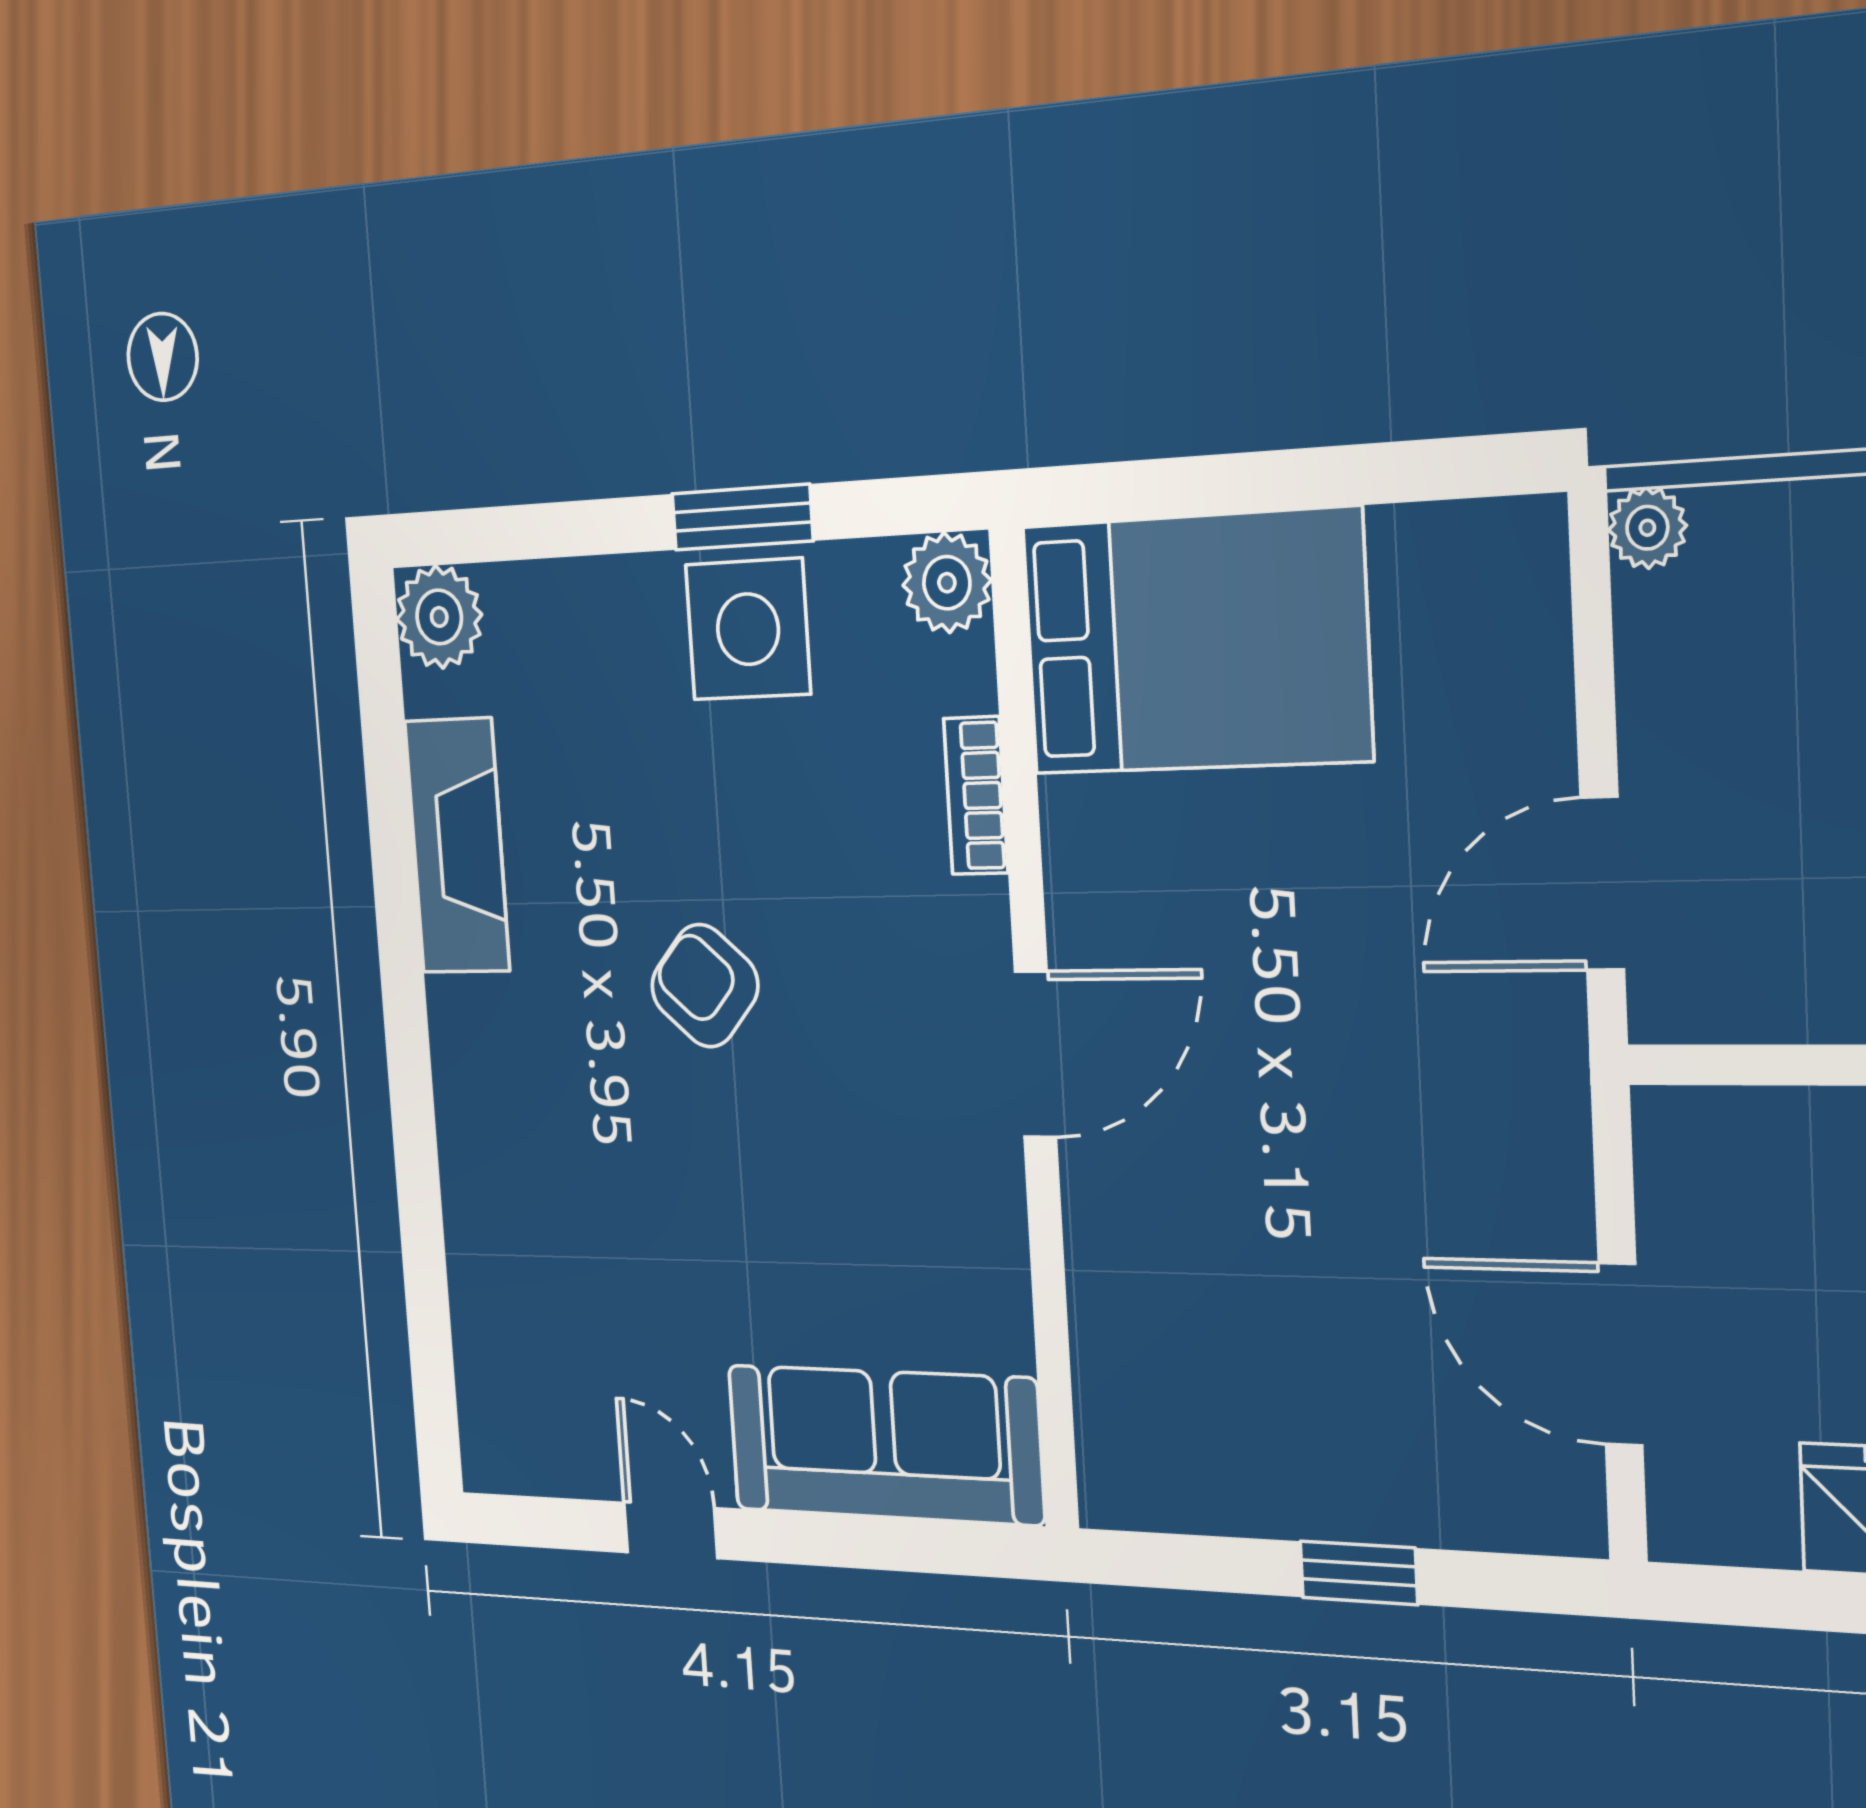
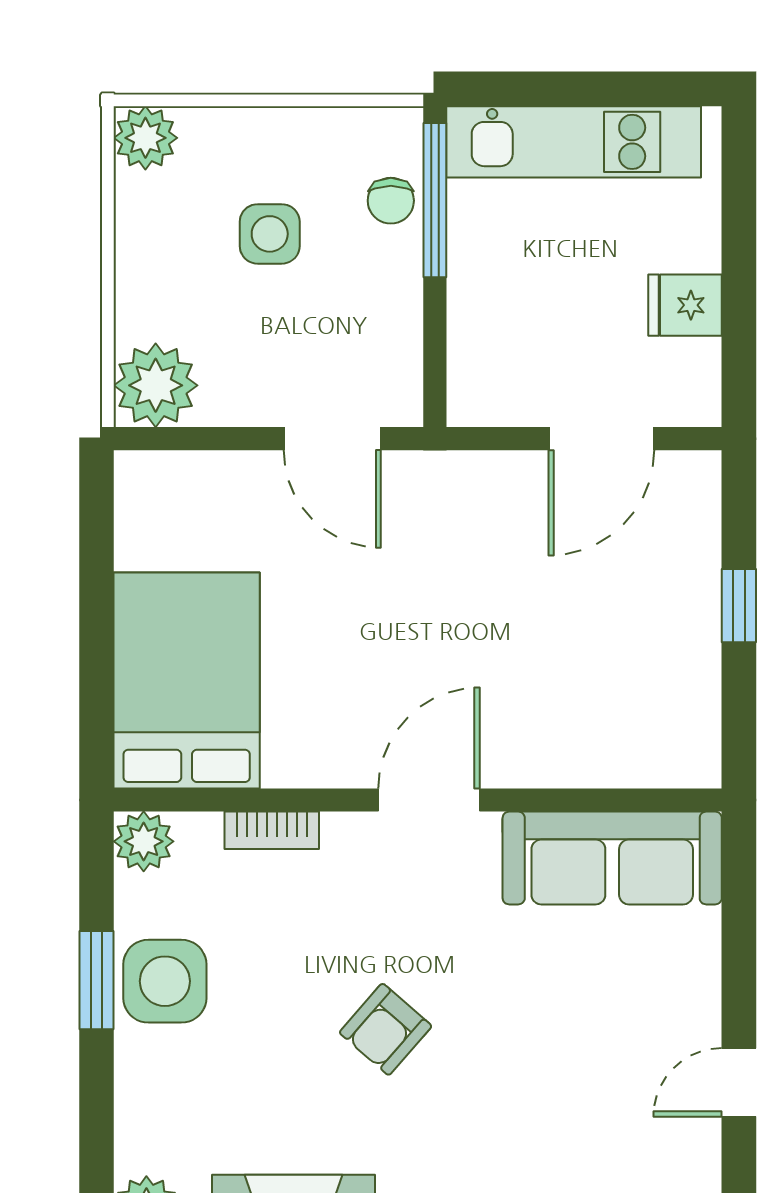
plant: (1647, 528) -> (156, 385), width x1.88, depth x1.88
door: (1035, 1054) -> (429, 800), hinge flipped
sofa: (884, 1444) -> (612, 858), moved, turned -90

